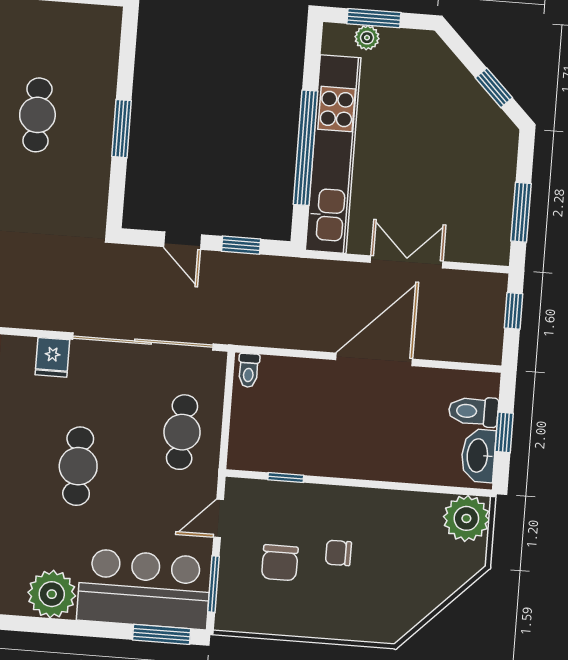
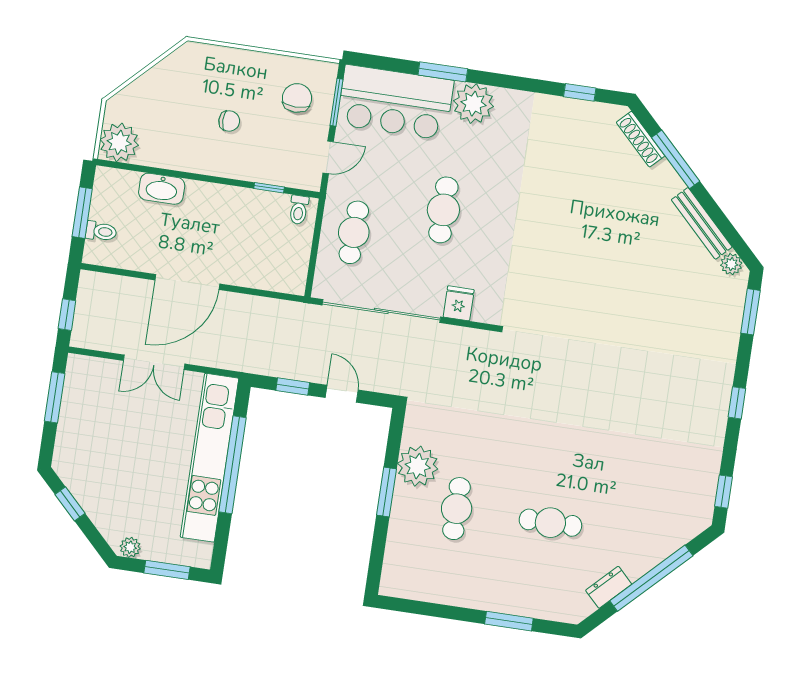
plant: (367, 38) -> (130, 547), moved
plant: (87, 162) -> (418, 466), added
toilet: (249, 370) -> (299, 210), moved, turned 180
toilet: (473, 411) -> (101, 231), width x0.73, depth x0.72
window: (504, 432) -> (82, 213), width x1.50
washbasin: (478, 456) -> (162, 189), moved, turned 90
chair: (280, 563) -> (297, 98), moved
window: (162, 634) -> (443, 72), moved

